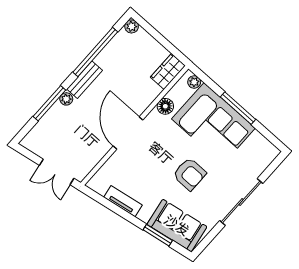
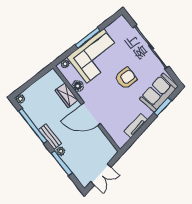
wardrobe: (168, 71) -> (67, 95), moved
double door: (57, 172) -> (101, 175), moved
sliding door: (241, 202) -> (151, 47), width x1.36

